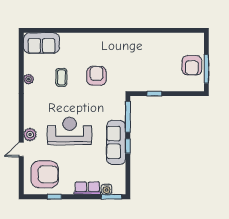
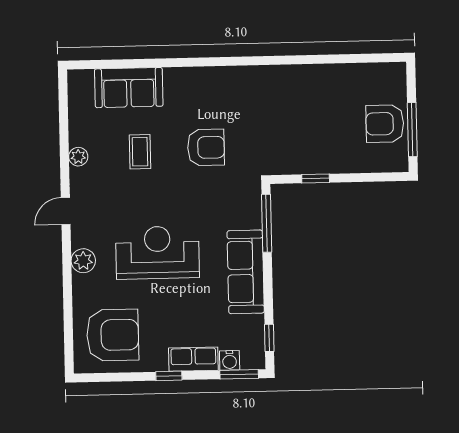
sofa: (42, 43) -> (129, 88), moved
armchair: (192, 65) -> (385, 124), turned 90
armchair: (97, 76) -> (206, 147), turned 90
window: (128, 146) -> (269, 338), moved
door: (21, 149) -> (66, 211), moved
window: (54, 197) -> (169, 376), moved

